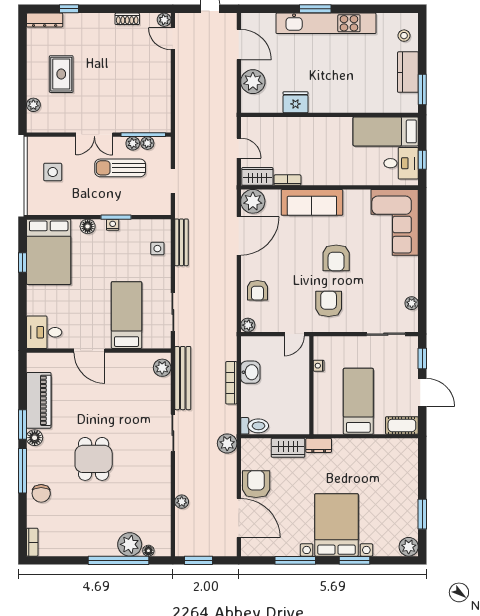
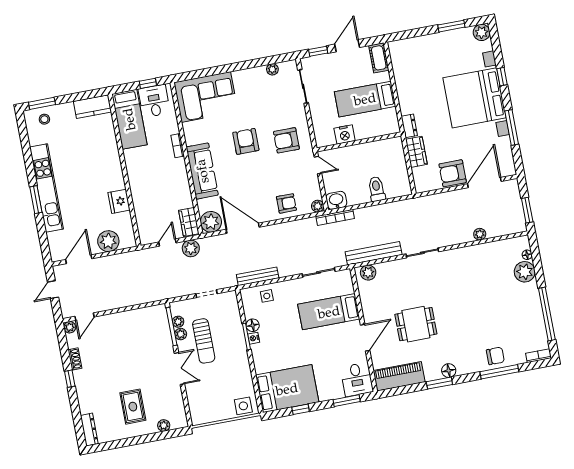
window: (69, 9) -> (70, 379), moved
kitchen counter: (408, 72) -> (92, 107), moved
rug: (61, 74) -> (133, 407), turned 90
window: (422, 89) -> (42, 103), moved
side table: (53, 172) -> (243, 406), moved
bookcase: (287, 180) -> (178, 146), moved
floor lamp: (88, 226) -> (253, 325), moved
armchair: (336, 258) -> (246, 141), turned -90
window: (22, 316) -> (347, 401), added
nightstand: (319, 366) -> (345, 134), width x1.89, depth x1.79
washbasin: (250, 372) -> (336, 200), moved
bookcase: (231, 383) -> (335, 217), moved
piano: (39, 400) -> (399, 376), moved
toilet: (255, 426) -> (377, 189), moved
plant: (227, 443) -> (191, 248), moved
dining table: (94, 459) -> (416, 324), moved
window: (22, 471) -> (499, 372), moved
bed with nightstands: (336, 525) -> (475, 98), width x1.36
window: (118, 560) -> (547, 314), moved
window: (355, 560) -> (502, 77), width x0.67

